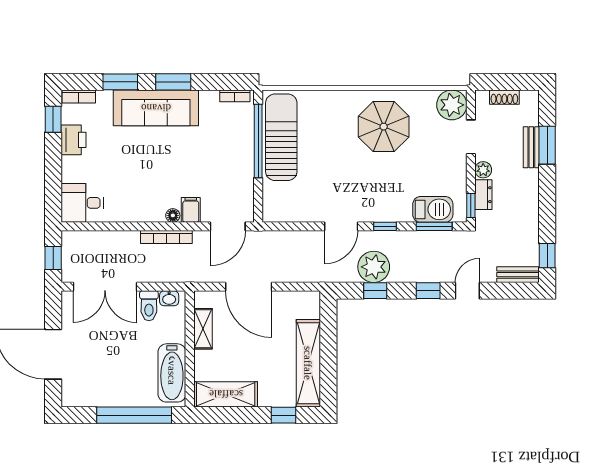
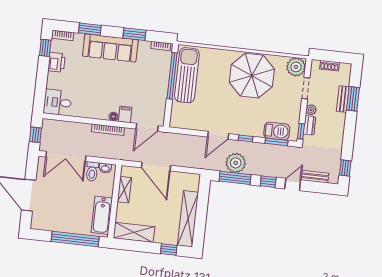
window: (173, 82) -> (134, 34), moved
parasol: (384, 127) -> (252, 76), width x1.36, depth x1.36
bench: (518, 275) -> (315, 177), moved
window: (375, 291) -> (235, 178), width x2.17

